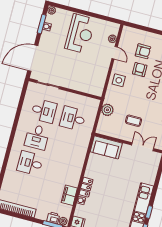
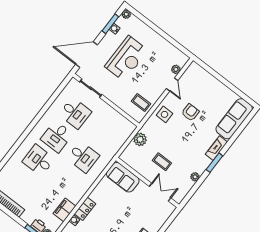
reception desk: (80, 34) -> (126, 58), moved
armchair: (143, 51) -> (201, 95), removed
coffee table: (95, 79) -> (141, 103), added
desk: (73, 119) -> (83, 157), moved, turned 180

